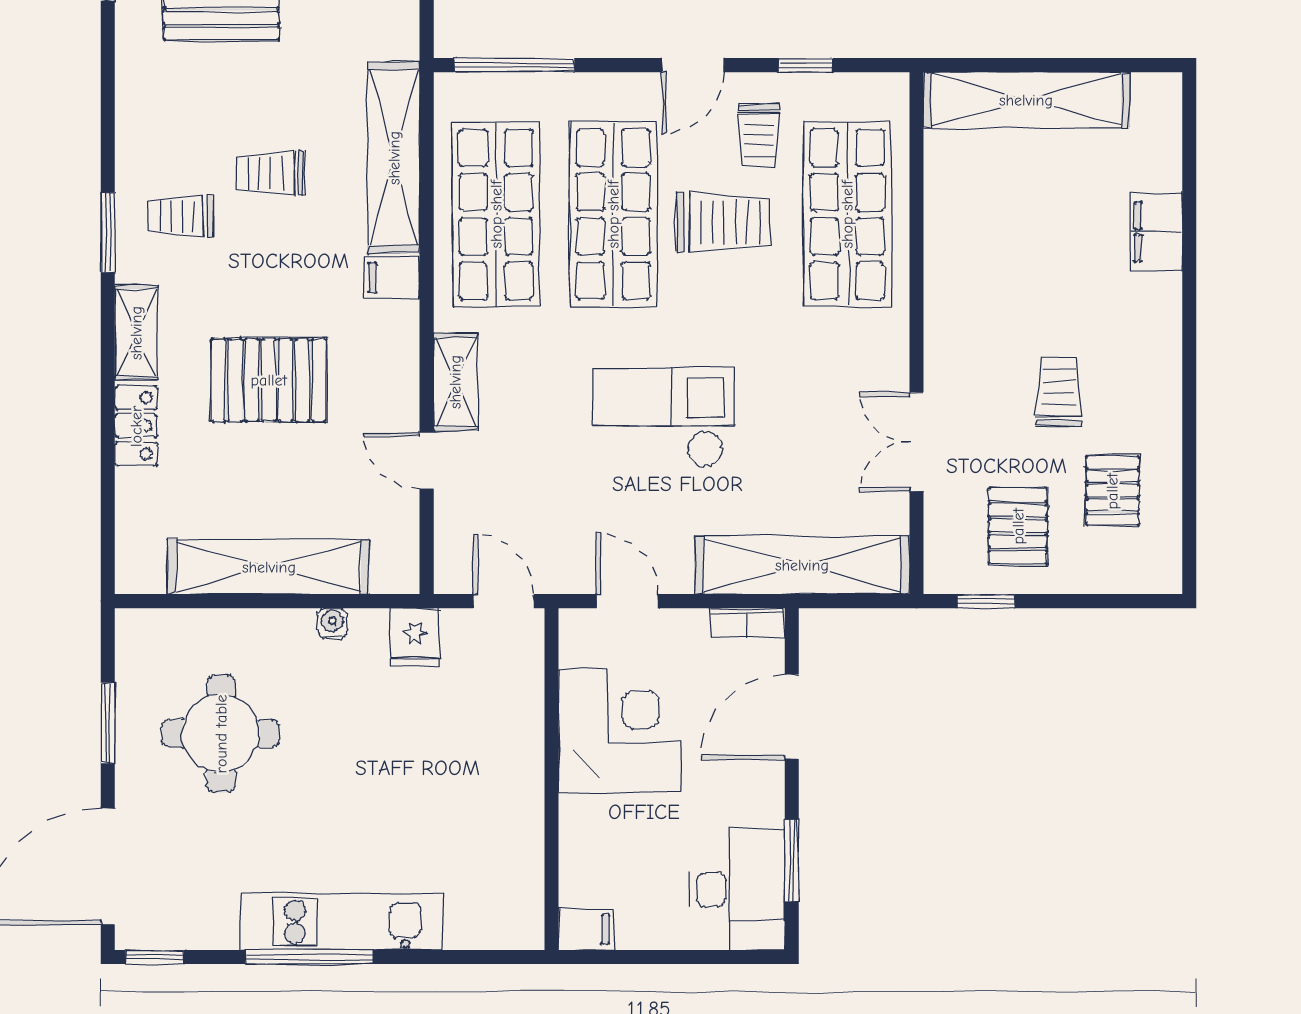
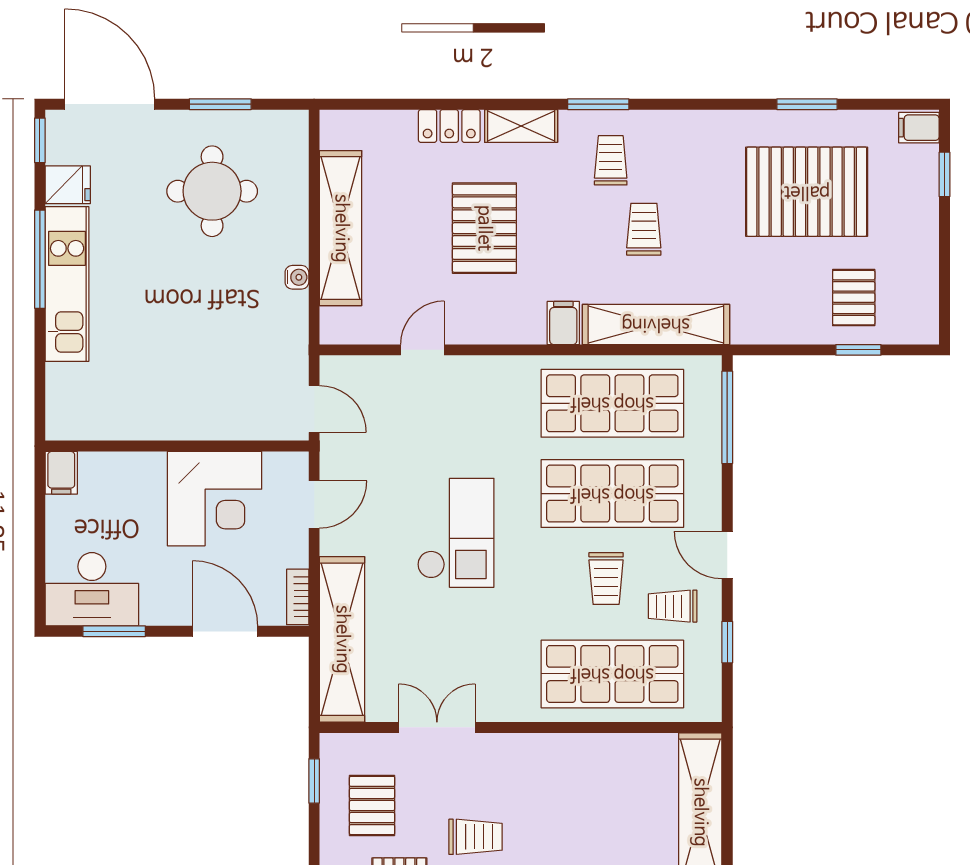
trolley: (723, 222) -> (606, 579), width x0.73, depth x0.72
shelving: (455, 382) -> (483, 372), removed
pallet: (1018, 526) -> (372, 805), turned 90
door: (503, 601) -> (314, 409), hinge flipped
fridge: (415, 637) -> (68, 185), moved, turned 180

